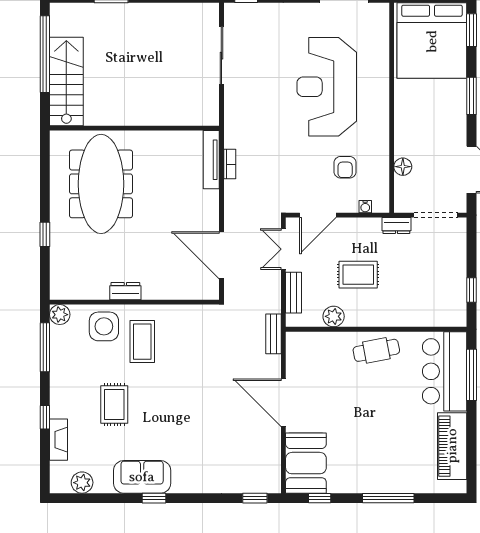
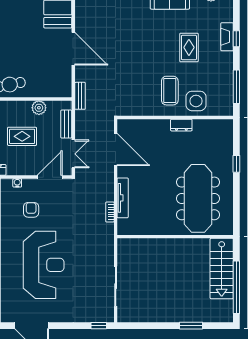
tv unit: (211, 160) -> (123, 198), moved
plant: (60, 315) -> (226, 109), removed
fireplace: (59, 440) -> (227, 37), moved

